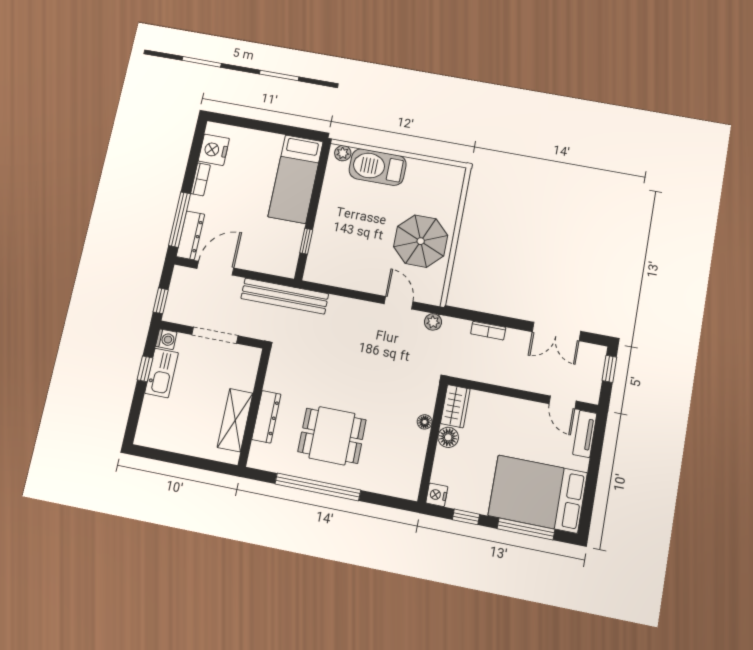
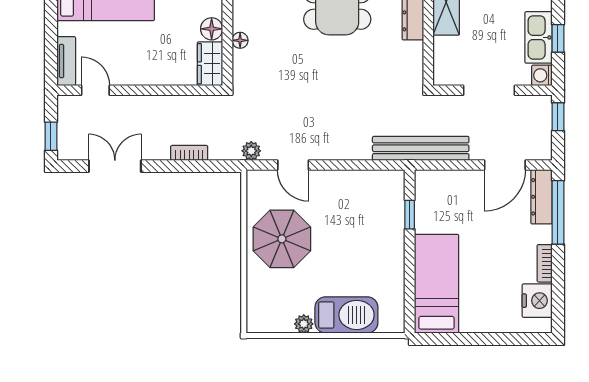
plant: (343, 153) -> (304, 324), moved

